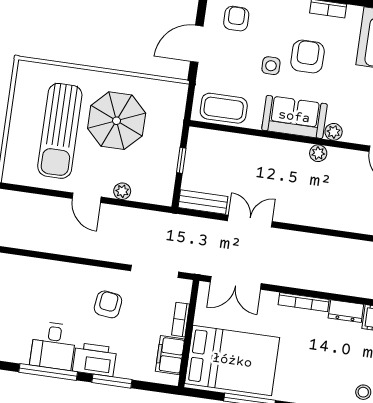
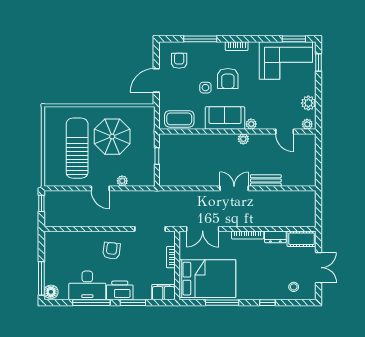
armchair: (308, 57) -> (228, 78), turned 180
sun lounger: (60, 131) -> (77, 148), turned 180
bench: (203, 202) -> (266, 180), moved
double door: (250, 221) -> (234, 188), moved
armchair: (108, 304) -> (112, 251), moved
desk: (53, 346) -> (87, 285), width x1.37
filing cabinet: (170, 355) -> (164, 292), moved, turned 90

